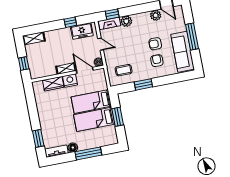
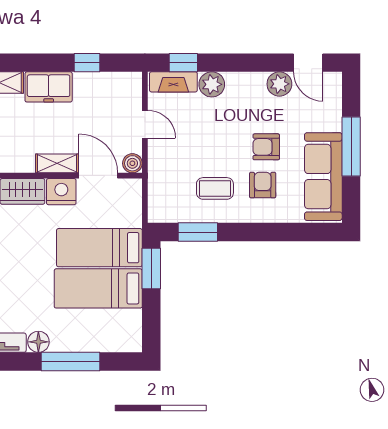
freezer: (82, 31) -> (49, 87), moved
coffee table: (124, 70) -> (215, 188), moved
window: (143, 84) -> (198, 232), moved
window: (118, 117) -> (151, 269), moved

